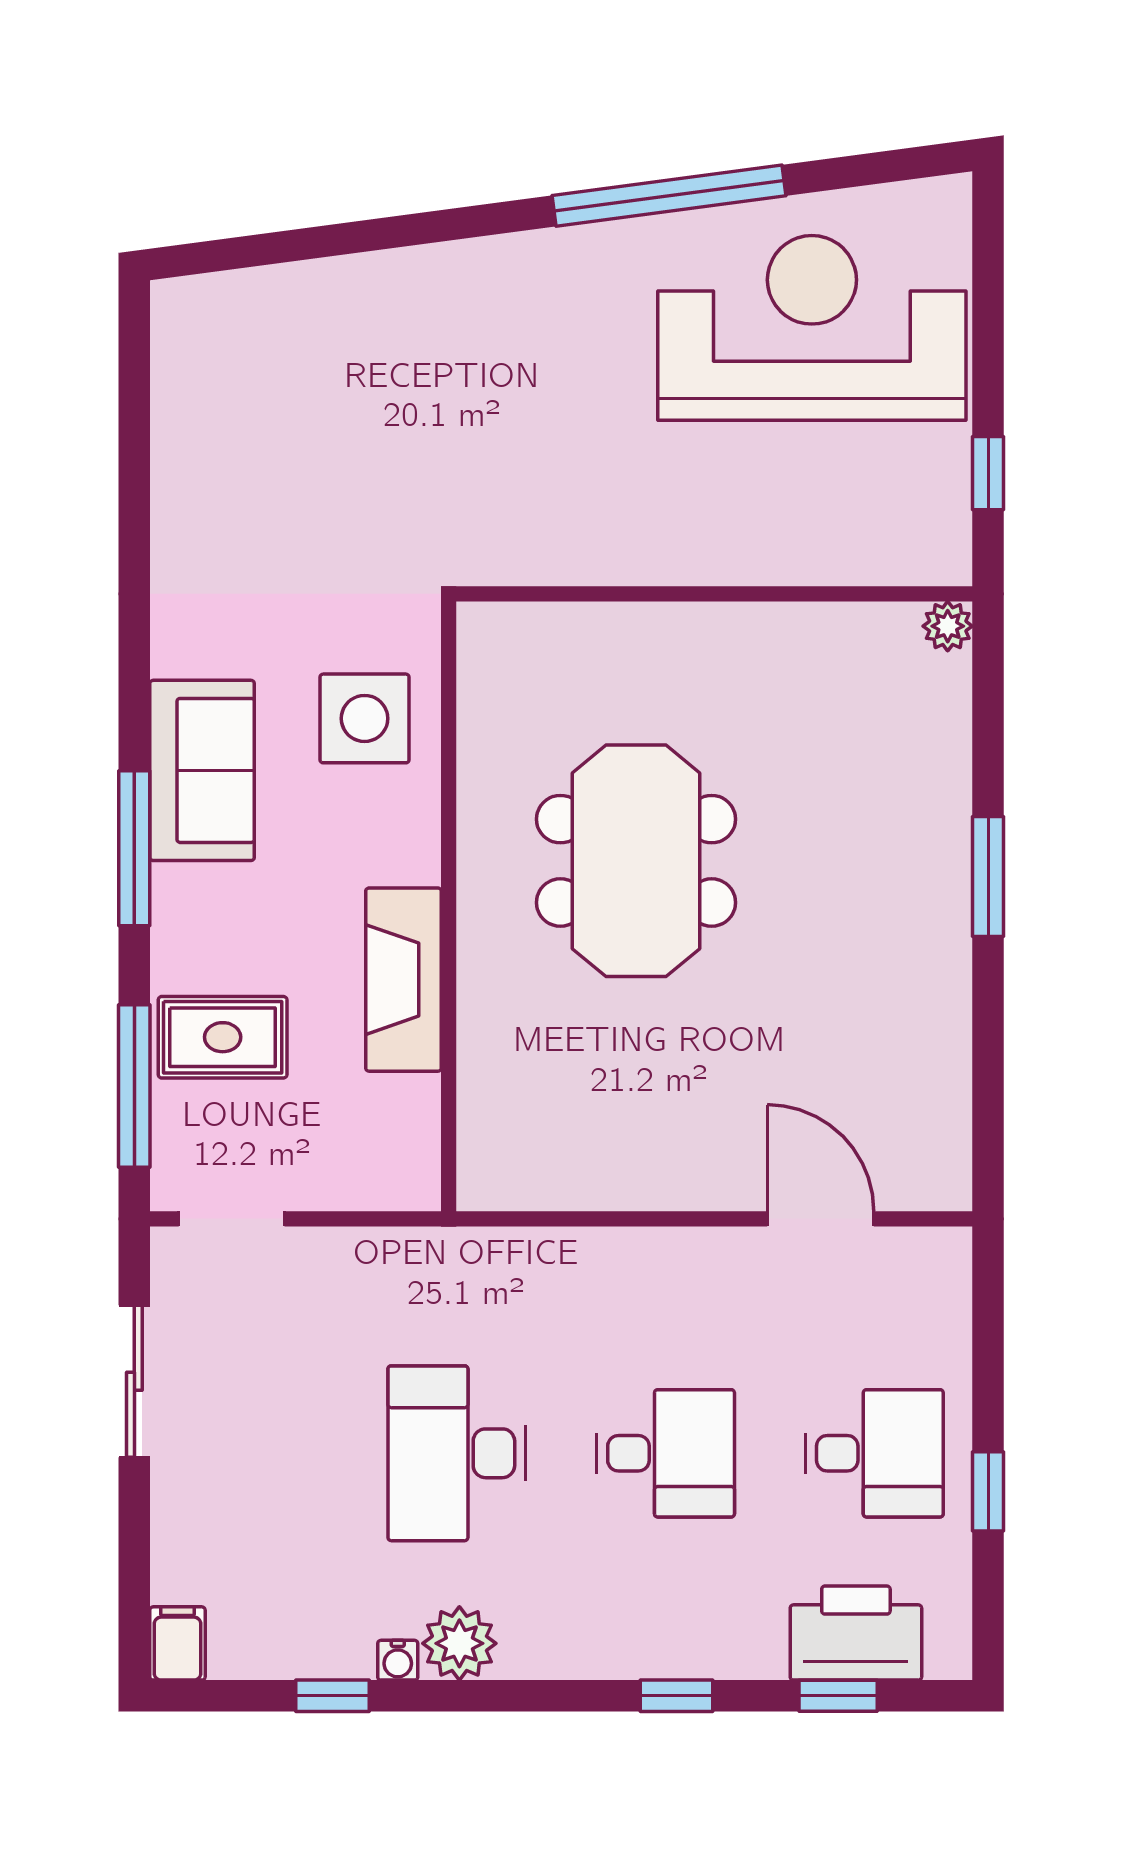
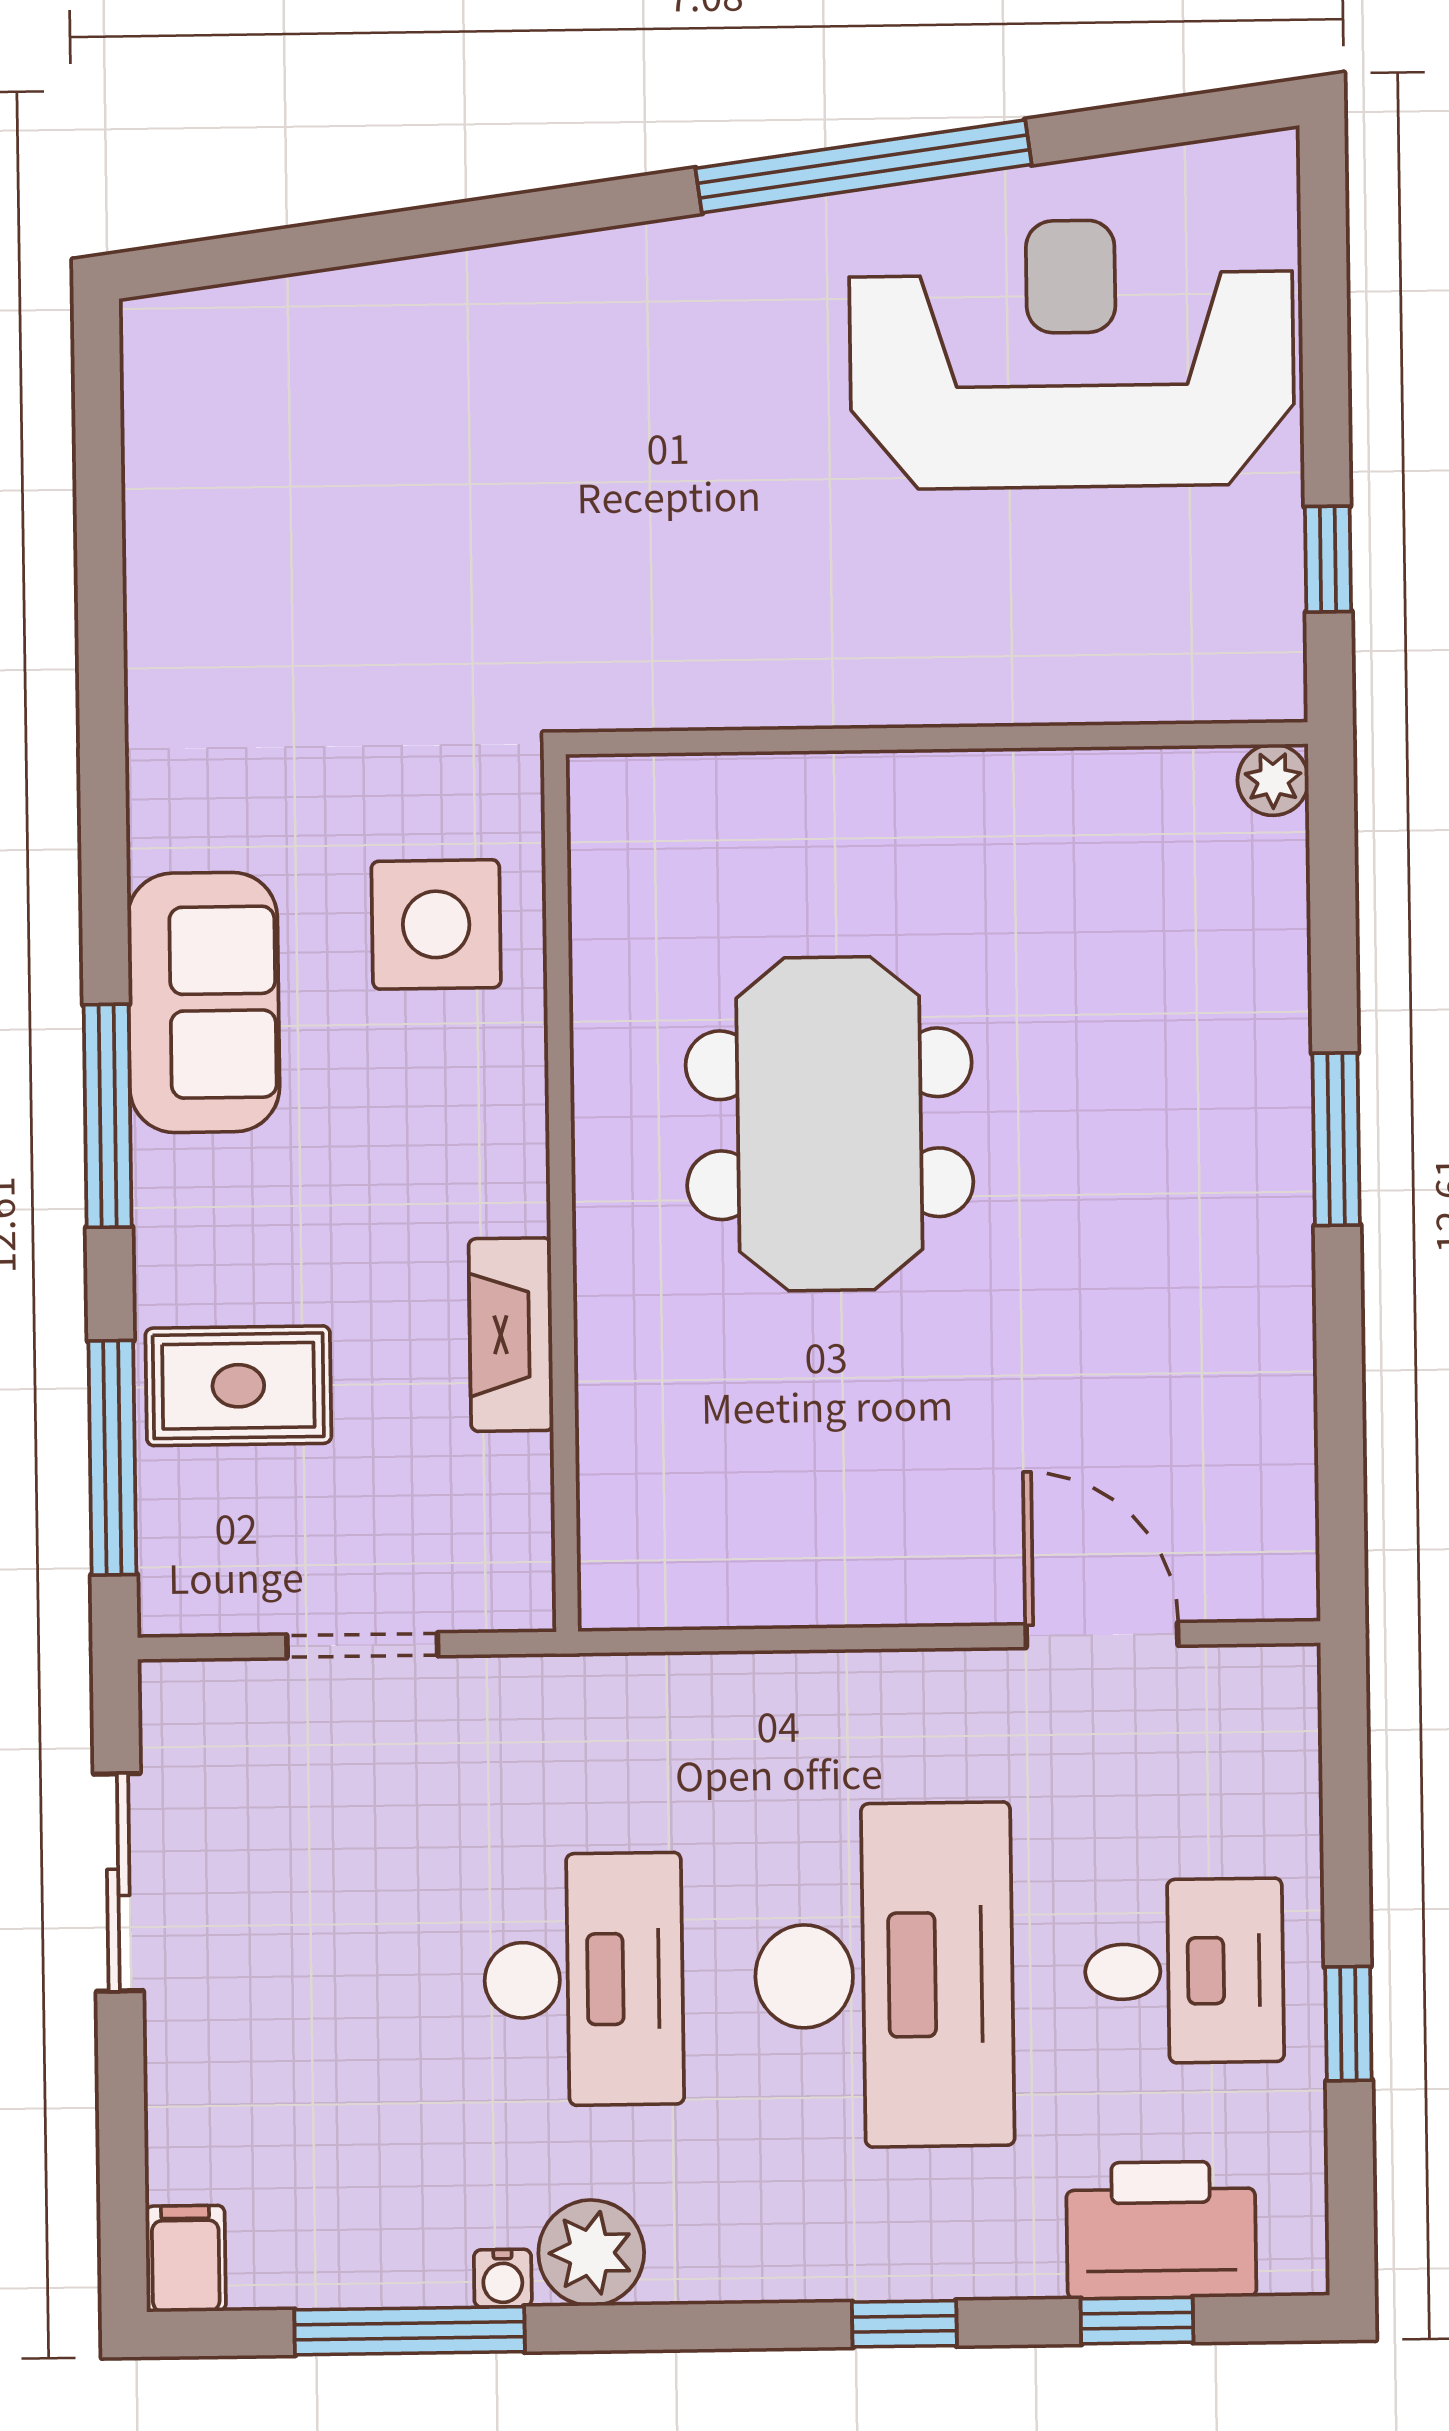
fireplace: (403, 980) -> (511, 1335), width x0.73, depth x0.76
doorway: (232, 1219) -> (362, 1645), moved
desk: (457, 1453) -> (584, 1979), turned 180
desk: (666, 1453) -> (884, 1975), width x1.87, depth x1.30
window: (332, 1696) -> (410, 2331), width x2.17

